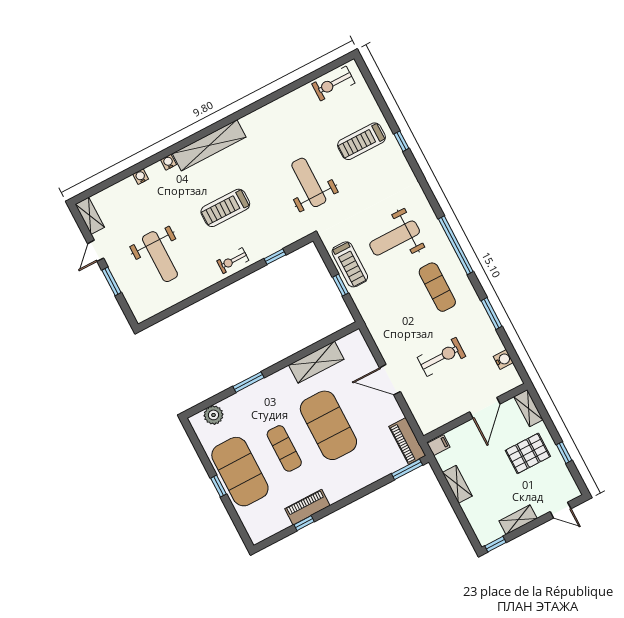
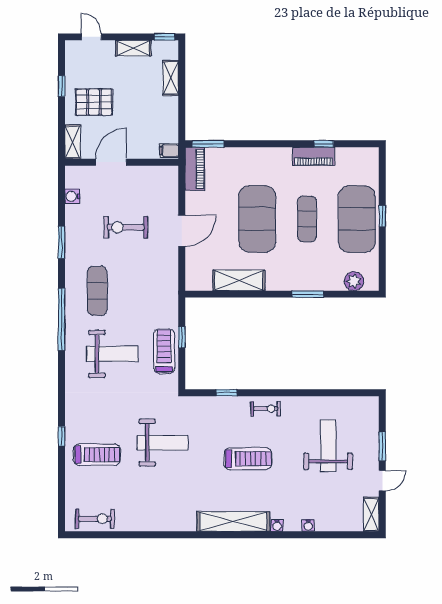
weight bench: (309, 182) -> (162, 443), turned -90
door: (390, 380) -> (182, 231), hinge flipped
shelving: (457, 484) -> (171, 78), moved

